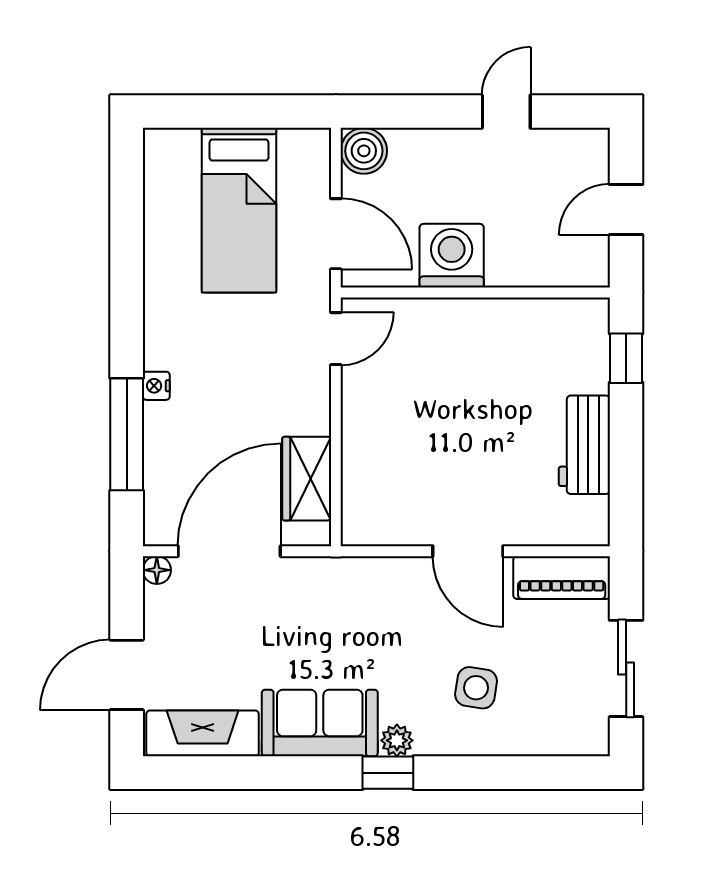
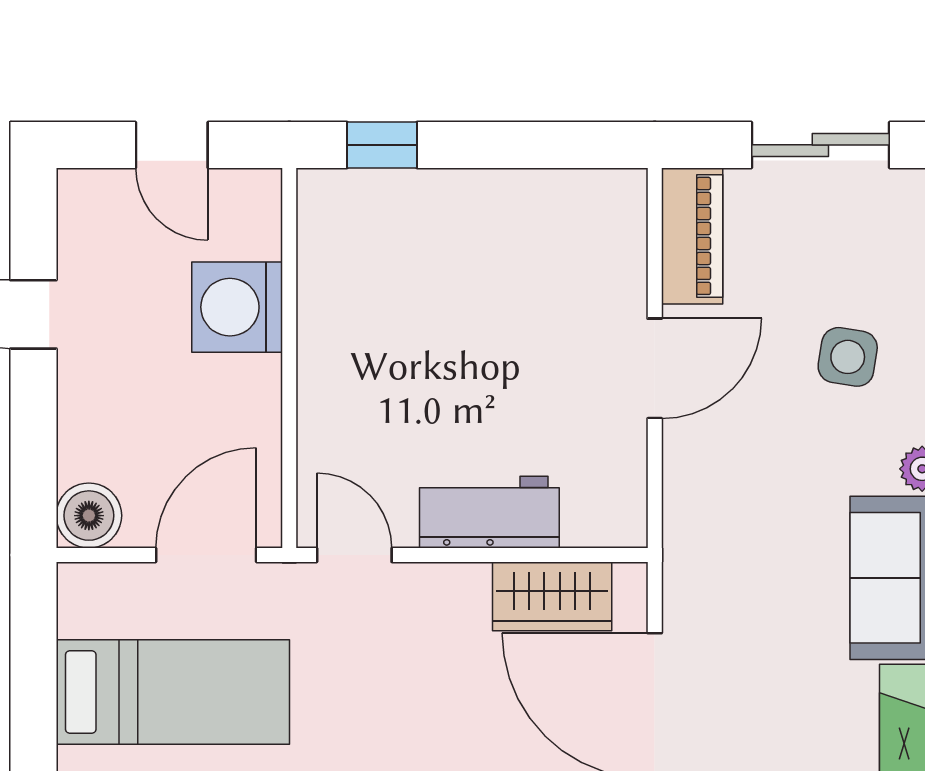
washing machine: (452, 256) -> (237, 307), moved
workbench: (584, 445) -> (489, 512), moved, turned 180

